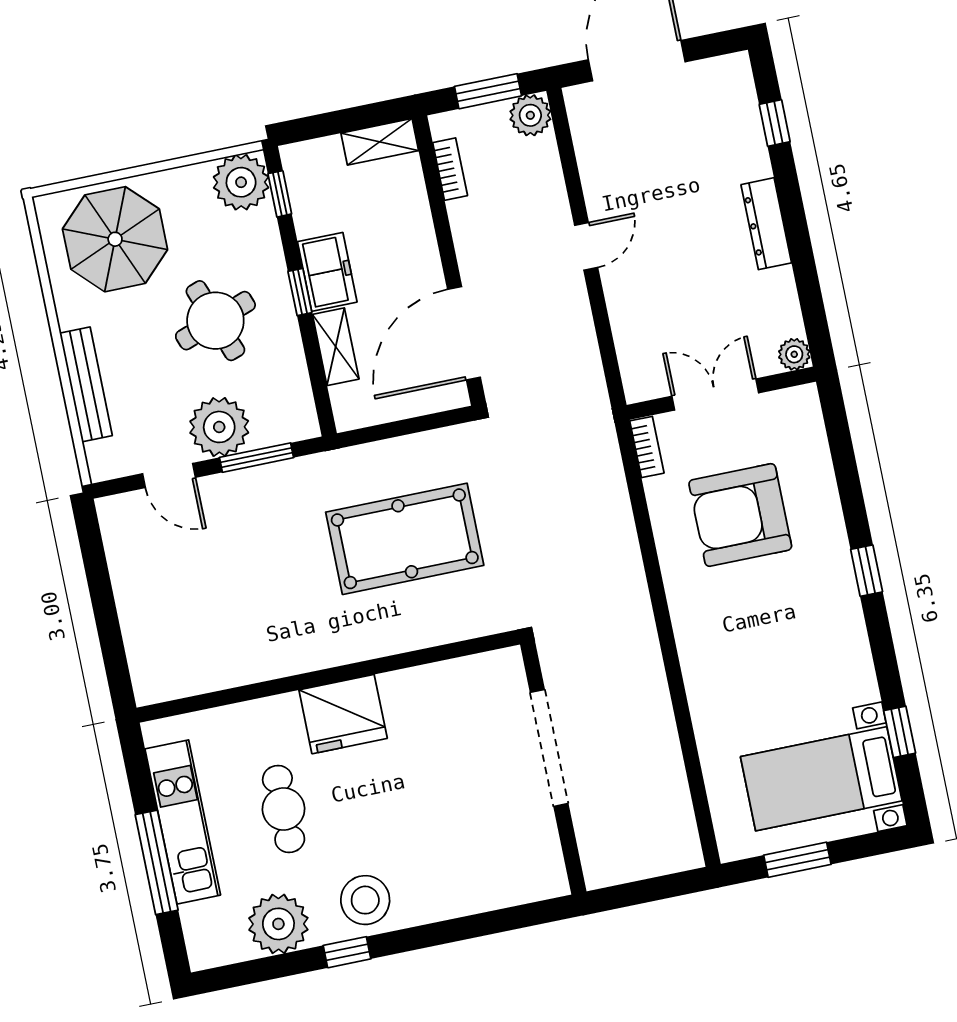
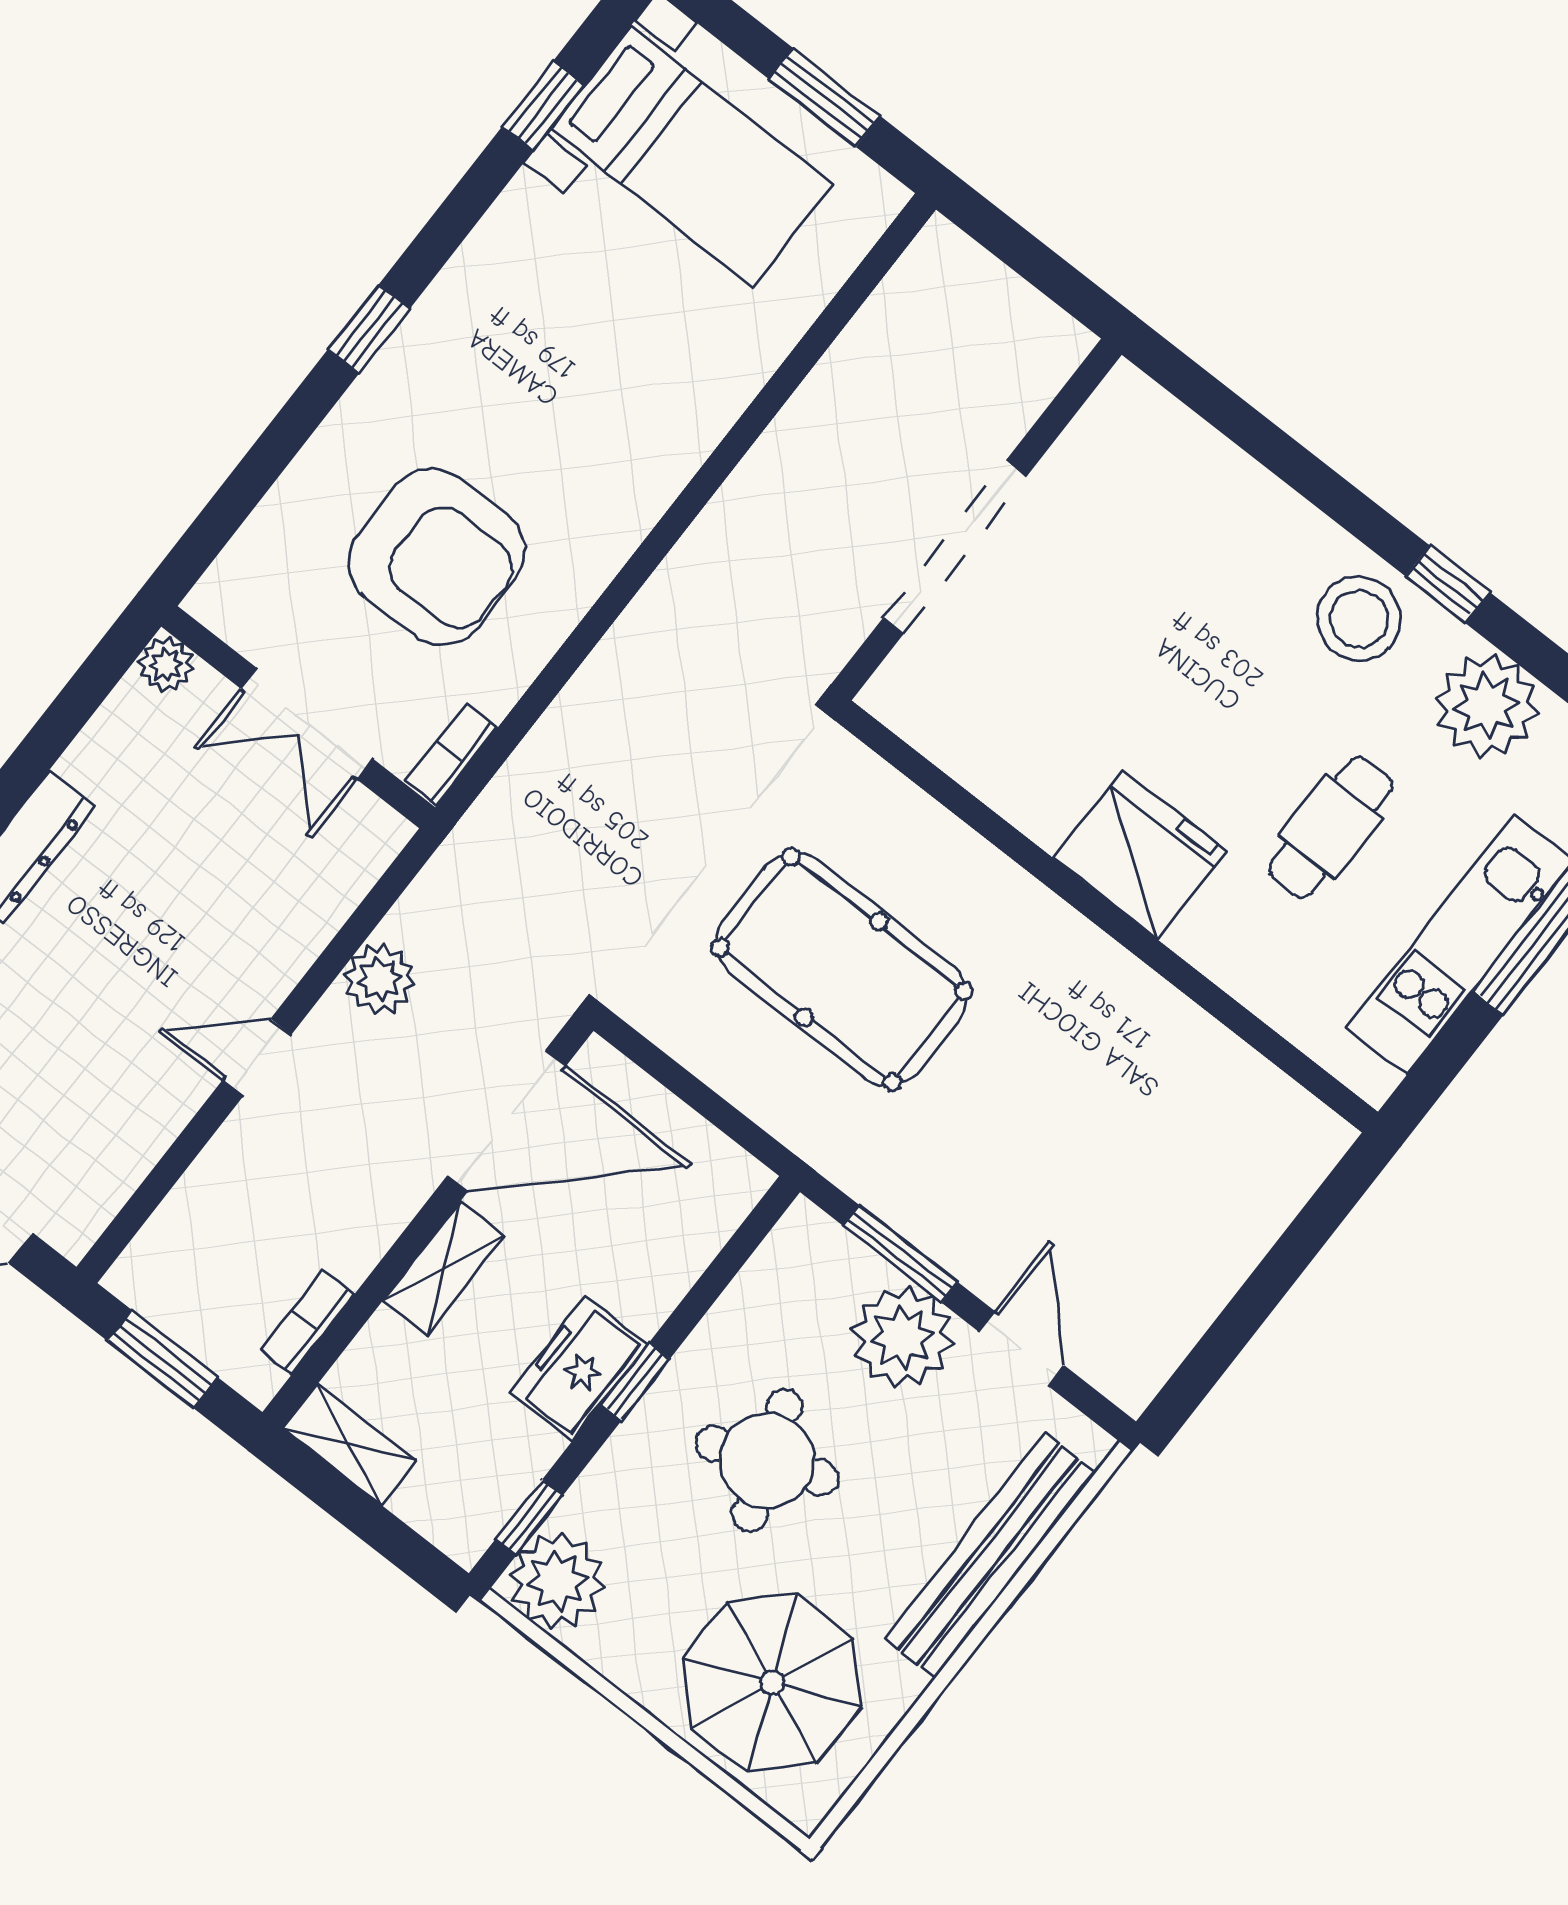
plant: (530, 115) -> (380, 979), moved
shelving: (336, 347) -> (444, 1269), moved
bench: (86, 384) -> (990, 1555), width x1.37, depth x1.21

